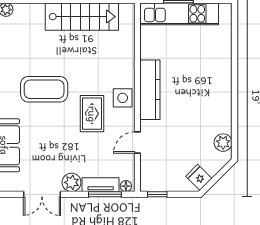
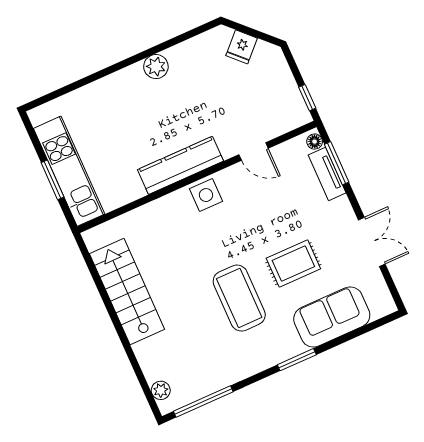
rug: (92, 114) -> (293, 264), moved
plant: (223, 143) -> (156, 67), moved
fridge: (199, 177) -> (242, 47), moved
plant: (72, 182) -> (340, 212), removed

